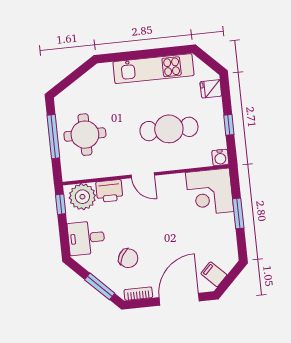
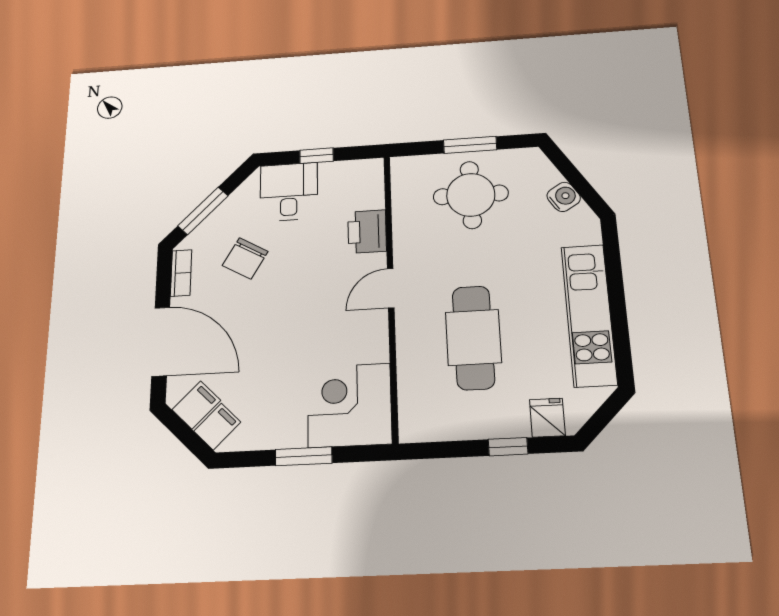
window: (229, 125) -> (508, 447), moved
window: (53, 137) -> (470, 145), width x0.69
water cooler: (220, 158) -> (564, 197), moved, turned 148
plant: (82, 197) -> (361, 188), removed
window: (61, 204) -> (316, 156), moved
filing cabinet: (225, 261) -> (217, 427), added

